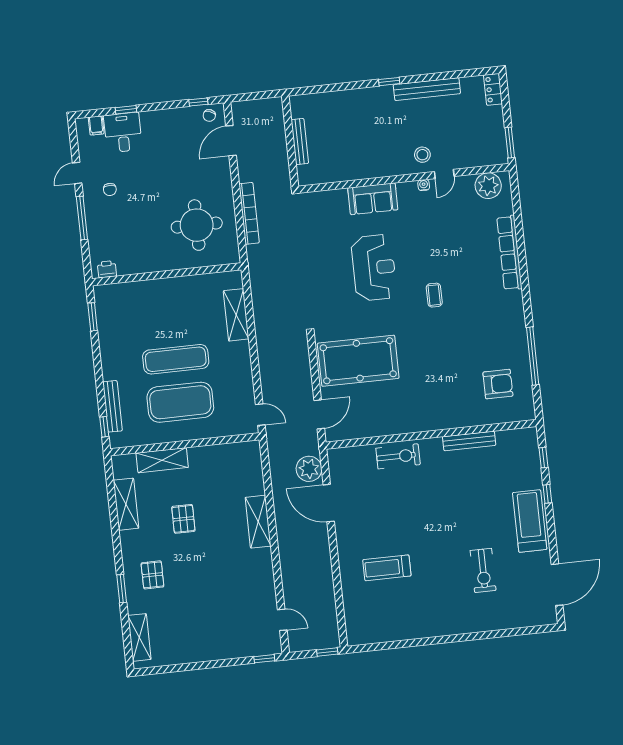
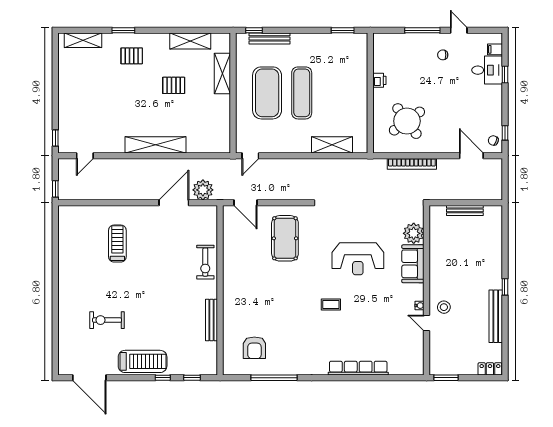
plant: (488, 186) -> (414, 233), moved
round table: (197, 225) -> (407, 121), turned -36
printer: (107, 269) -> (379, 80), moved
pool table: (358, 361) -> (285, 238), width x0.73, depth x0.76
shelving: (258, 522) -> (156, 145), width x1.47

